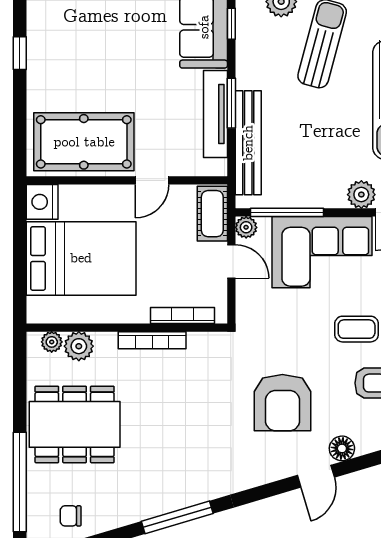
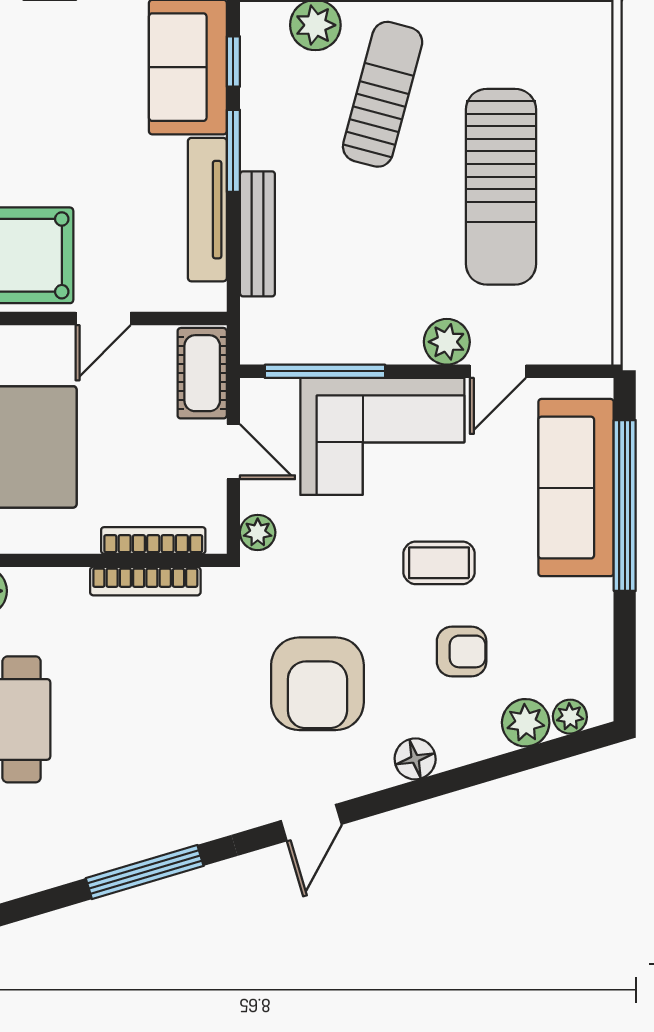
window: (231, 103) -> (233, 151), moved
bench: (248, 143) -> (257, 234), width x0.73, depth x0.82
plant: (246, 227) -> (258, 532), moved
bookcase: (152, 340) -> (145, 581), moved
door: (316, 476) -> (311, 823), moved

